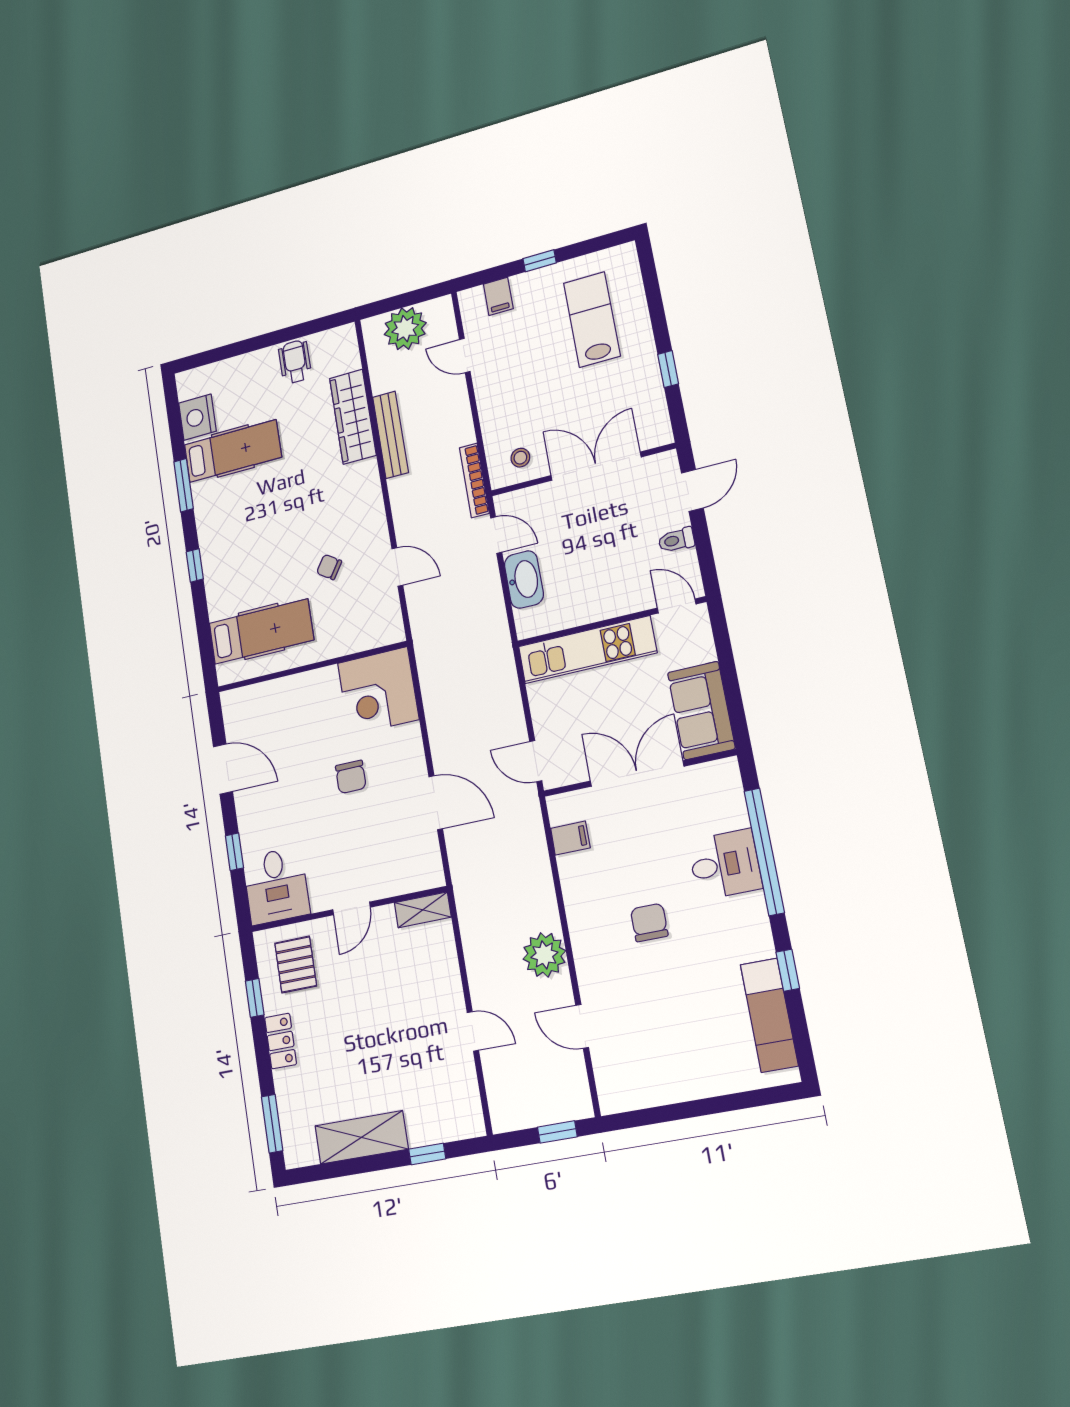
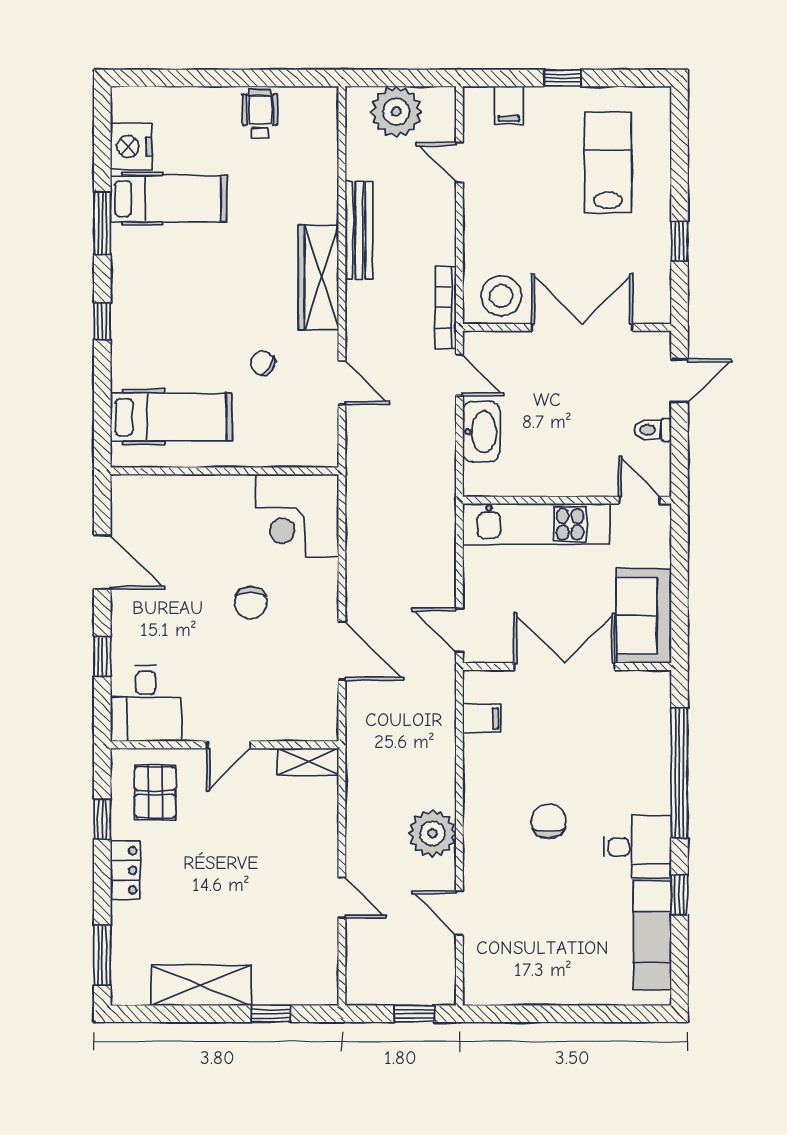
wardrobe: (353, 417) -> (318, 278), moved
stool: (520, 458) -> (501, 296), width x1.89, depth x1.89
desk: (725, 864) -> (637, 847), moved

